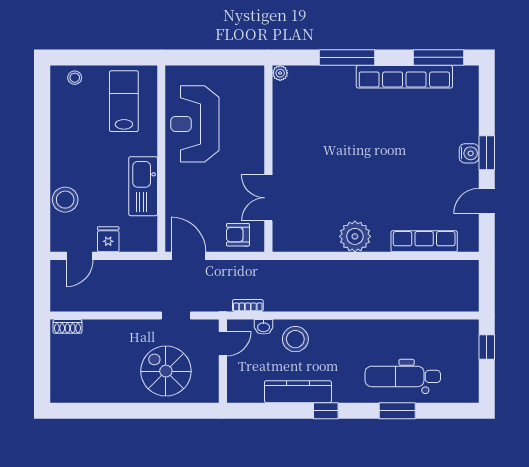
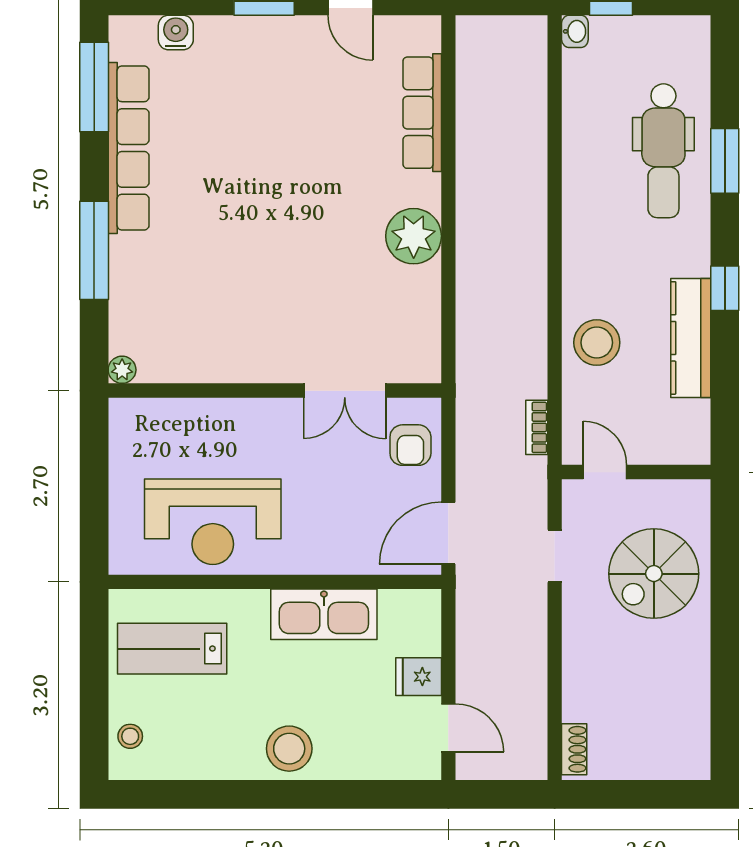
water cooler: (469, 153) -> (176, 32), moved
stool: (65, 200) -> (289, 749), moved
washbasin: (264, 327) -> (575, 31), moved

